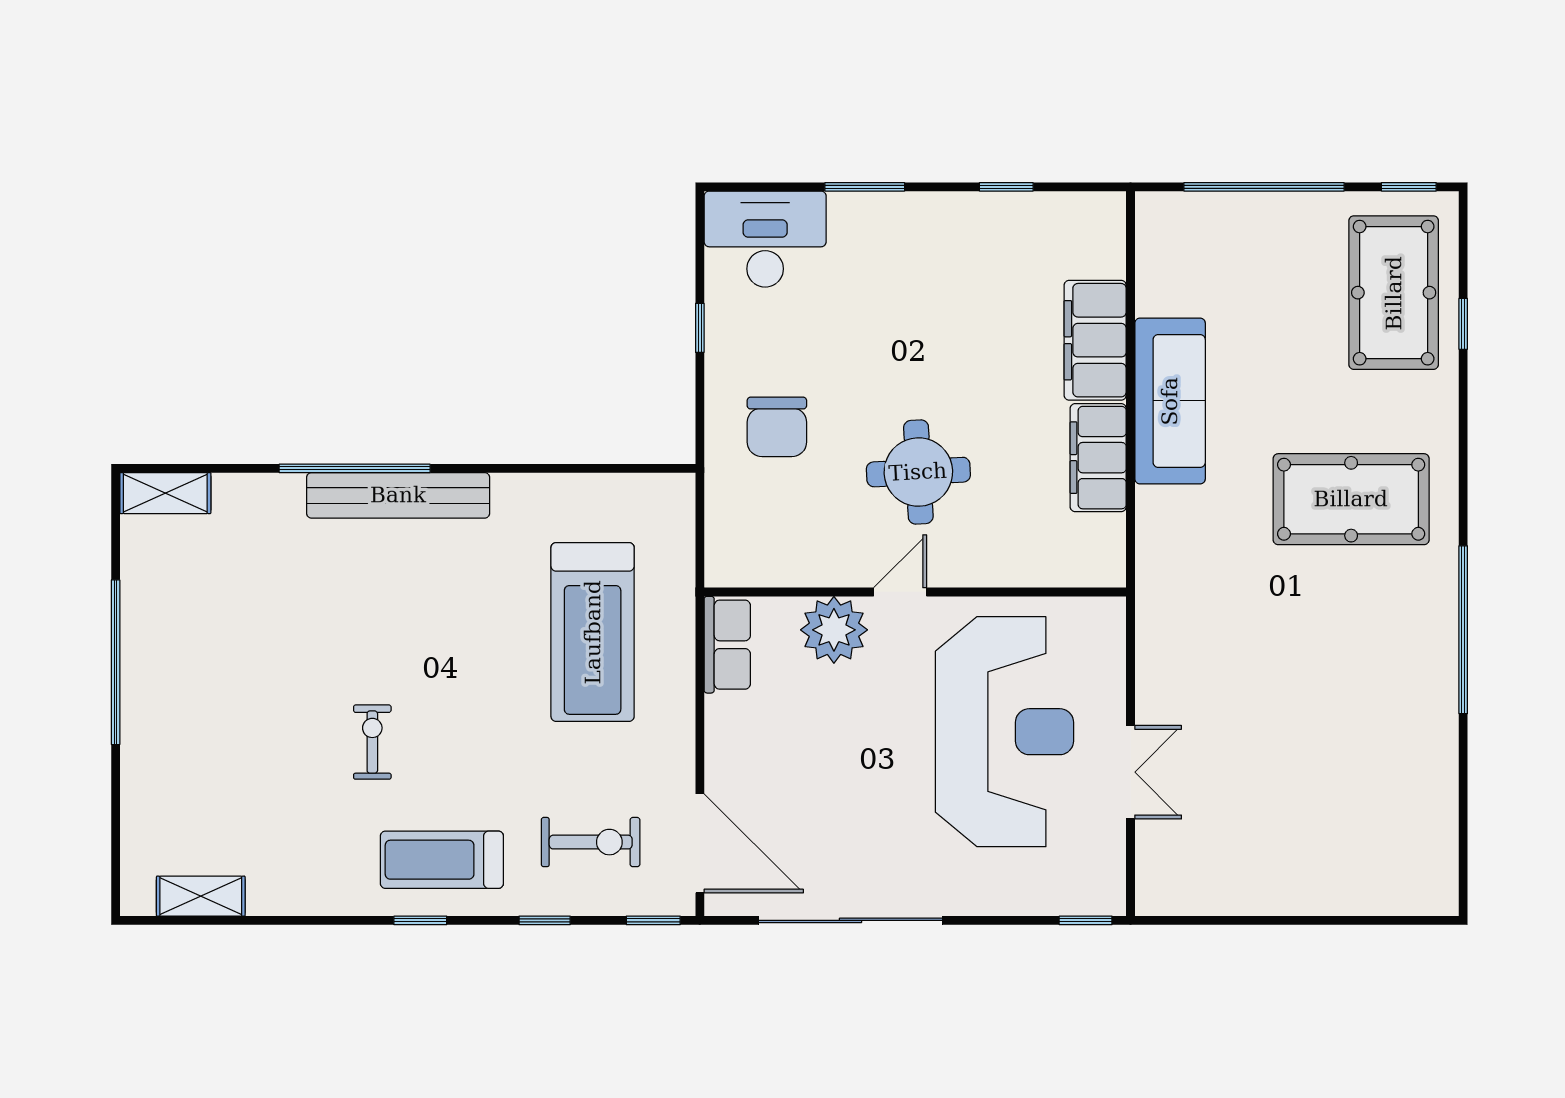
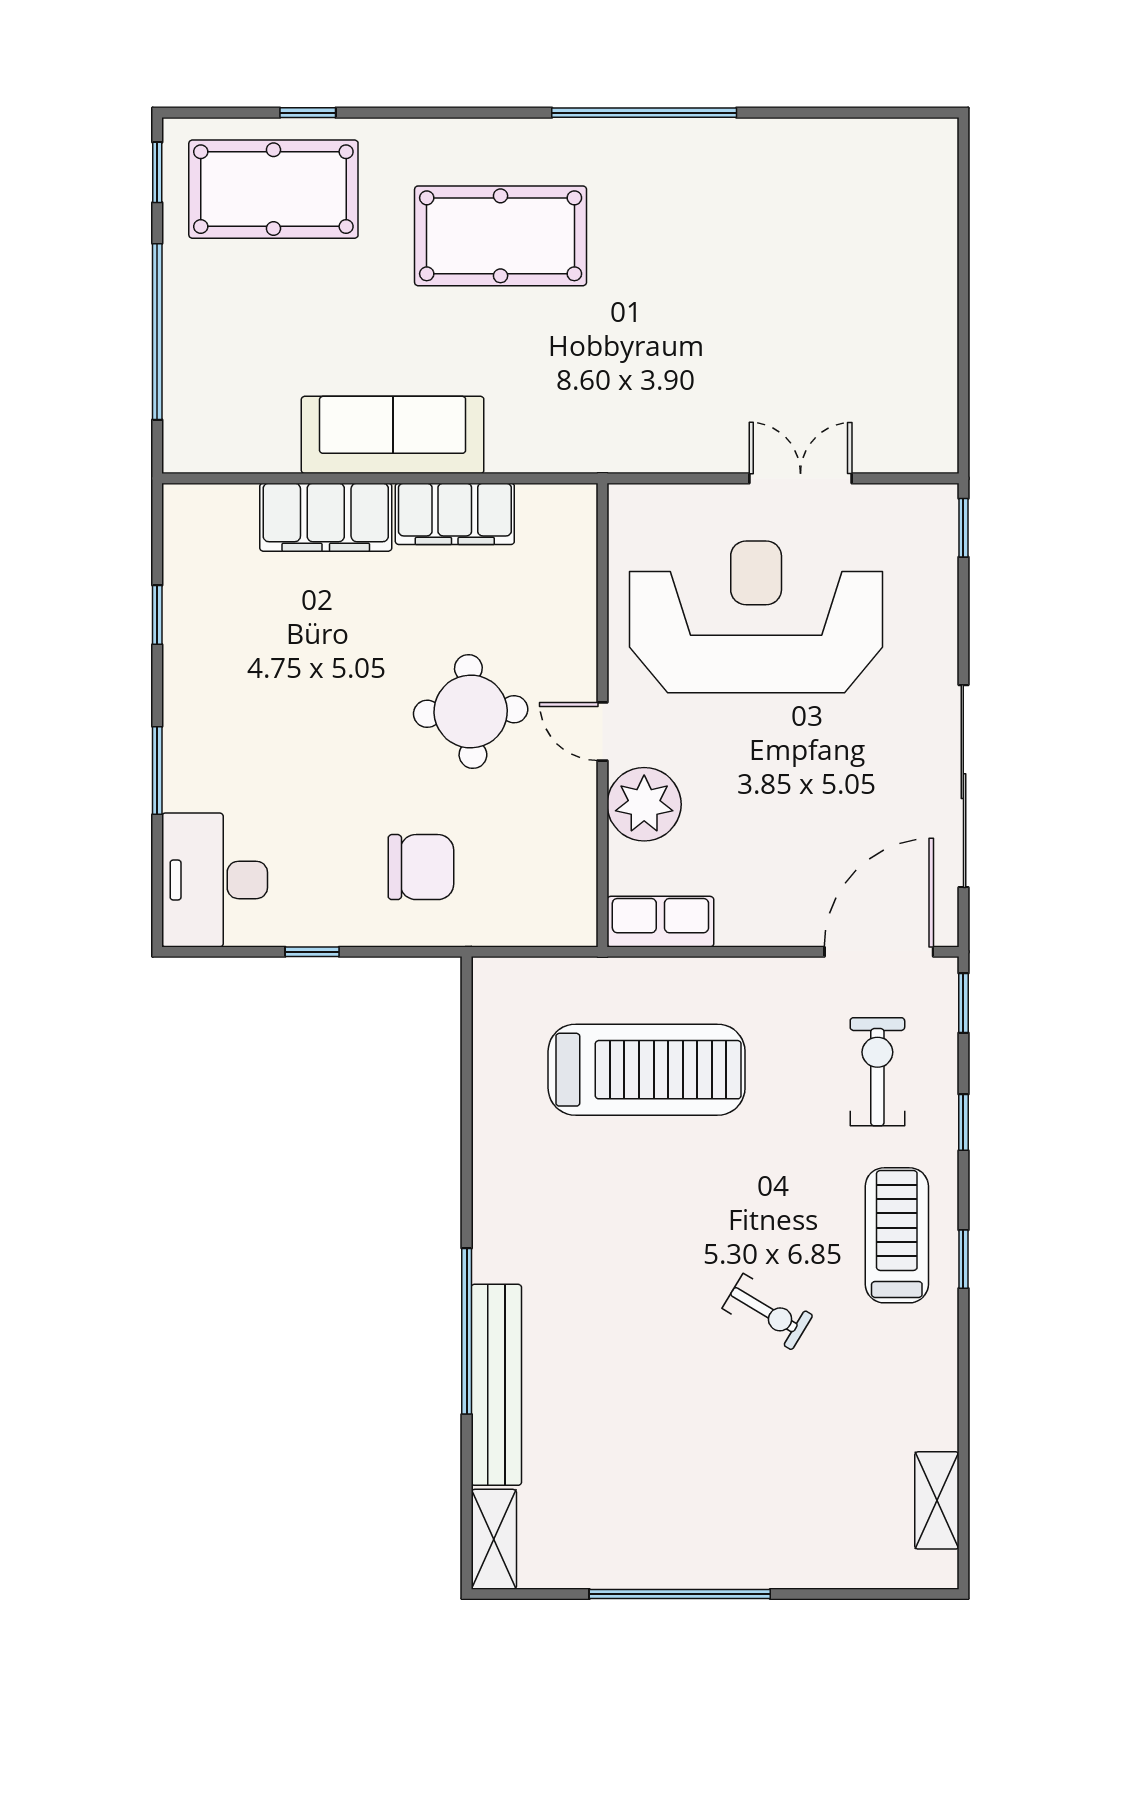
bench: (398, 495) -> (496, 1385), moved
pool table: (1351, 499) -> (501, 236), turned 90
exercise bike: (372, 742) -> (767, 1312), turned -149
treadmill: (442, 860) -> (897, 1235), turned 180

